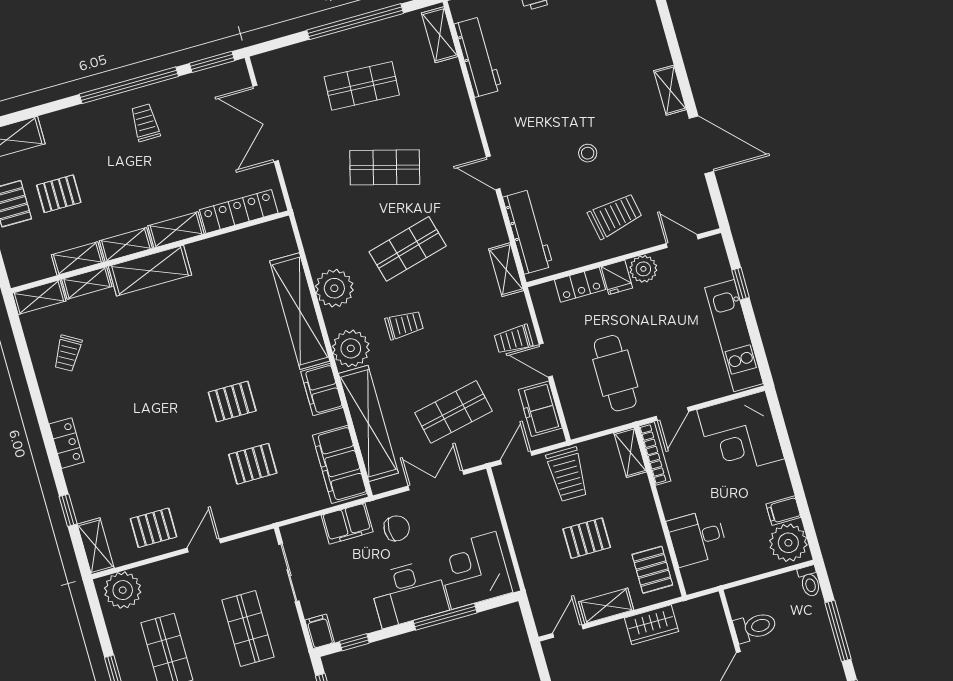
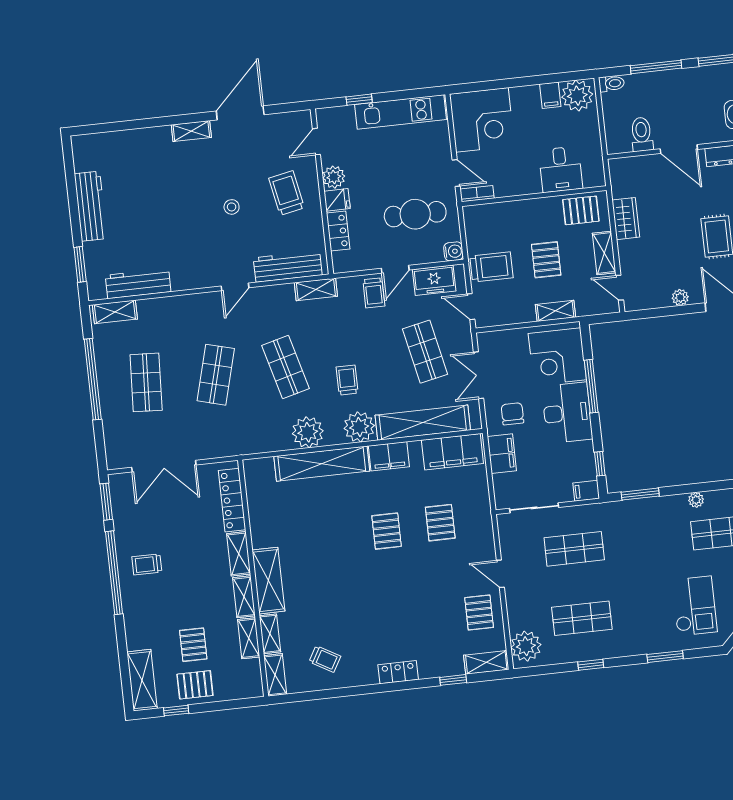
water cooler: (578, 426) -> (453, 251), added
shelving: (630, 452) -> (555, 311), moved
bookcase: (655, 453) -> (477, 194), width x0.64

